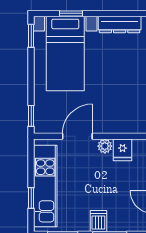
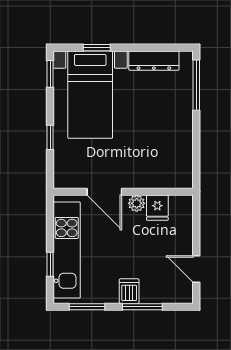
window: (31, 116) -> (50, 137), moved
door: (77, 136) -> (104, 192), swing flipped

